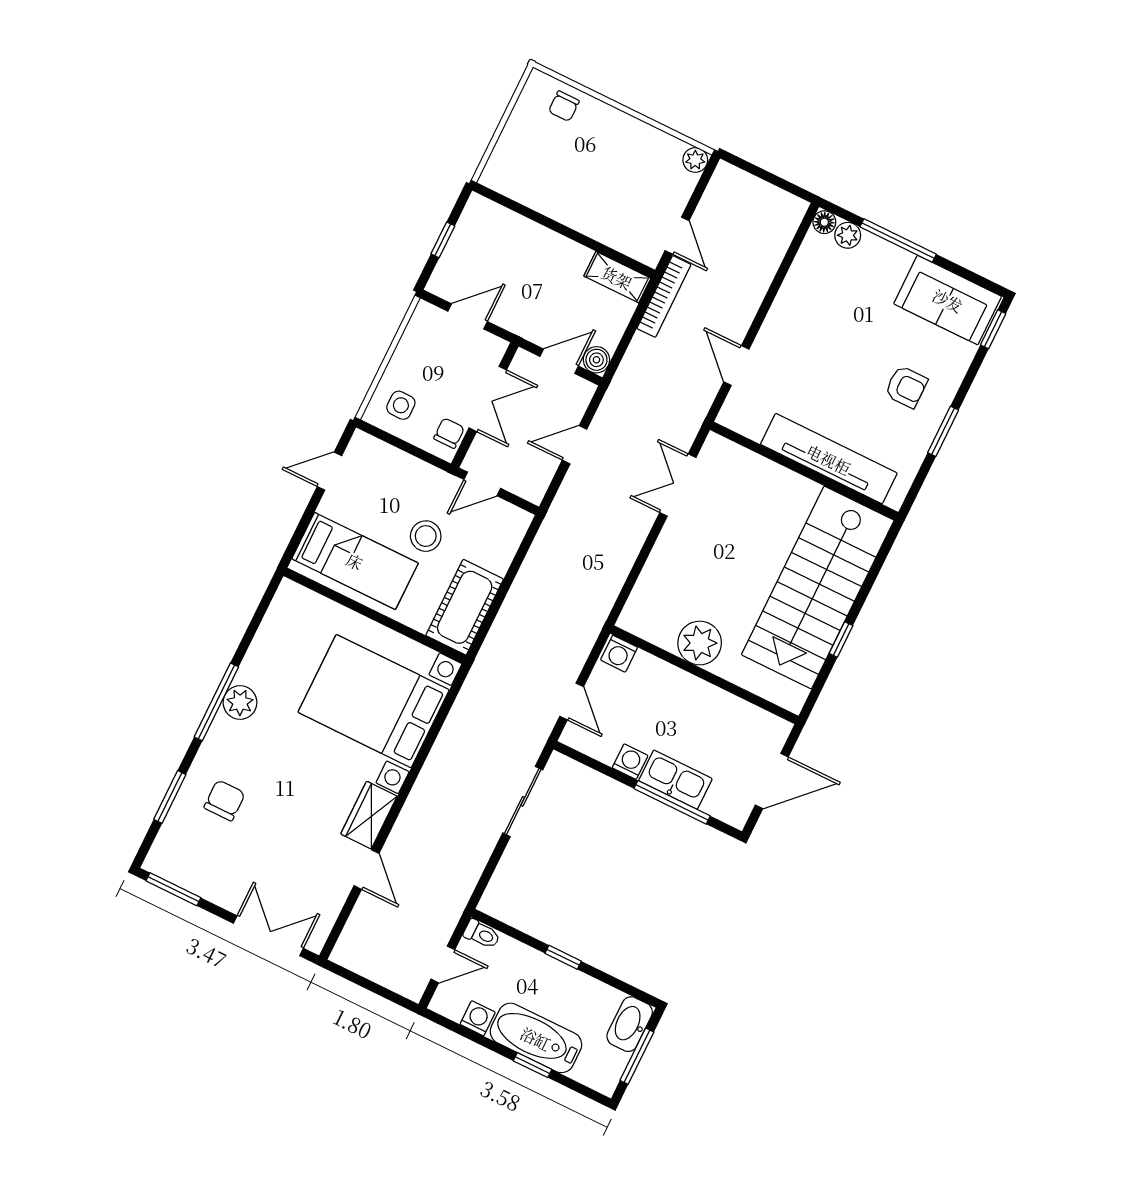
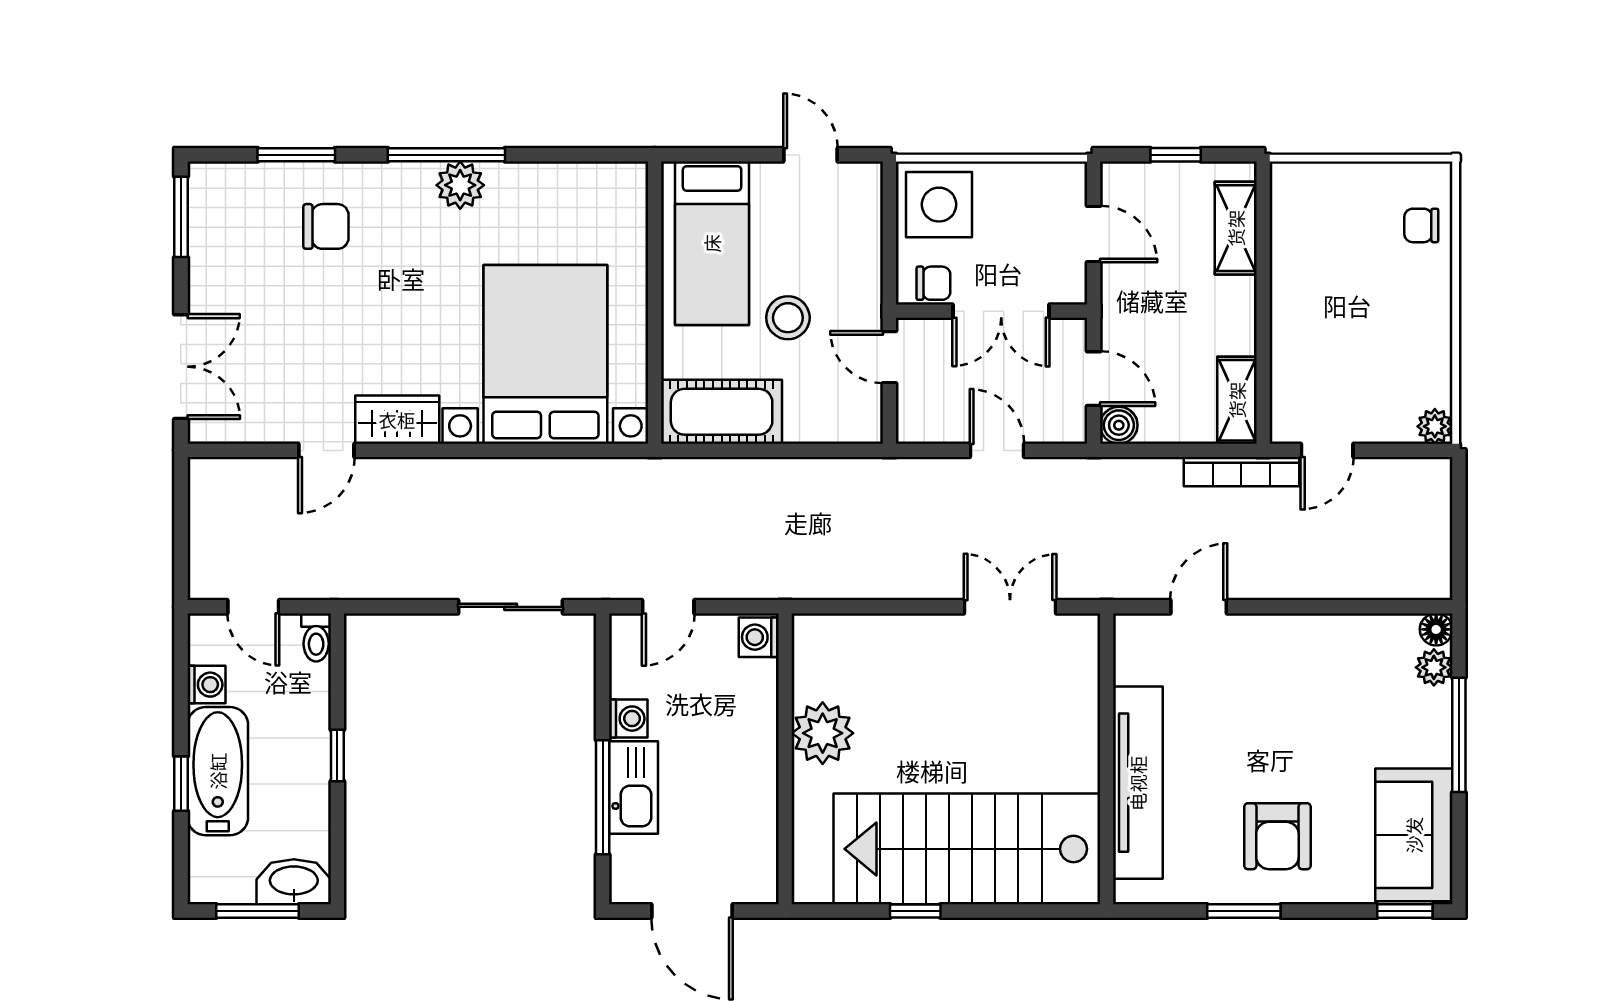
shelving: (508, 225) -> (1236, 228), added
armchair: (906, 387) -> (1277, 836), width x1.38, depth x1.38
side table: (401, 405) -> (939, 205), width x1.87, depth x1.87

